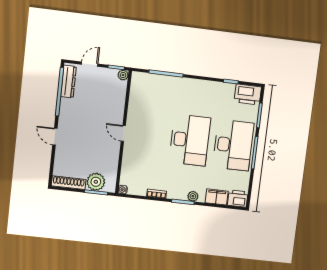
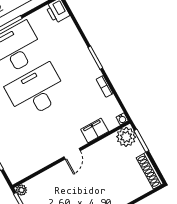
plant: (96, 182) -> (126, 137), moved
plant: (193, 196) -> (84, 52), removed
filing cabinet: (217, 197) -> (95, 130), moved, turned 90

